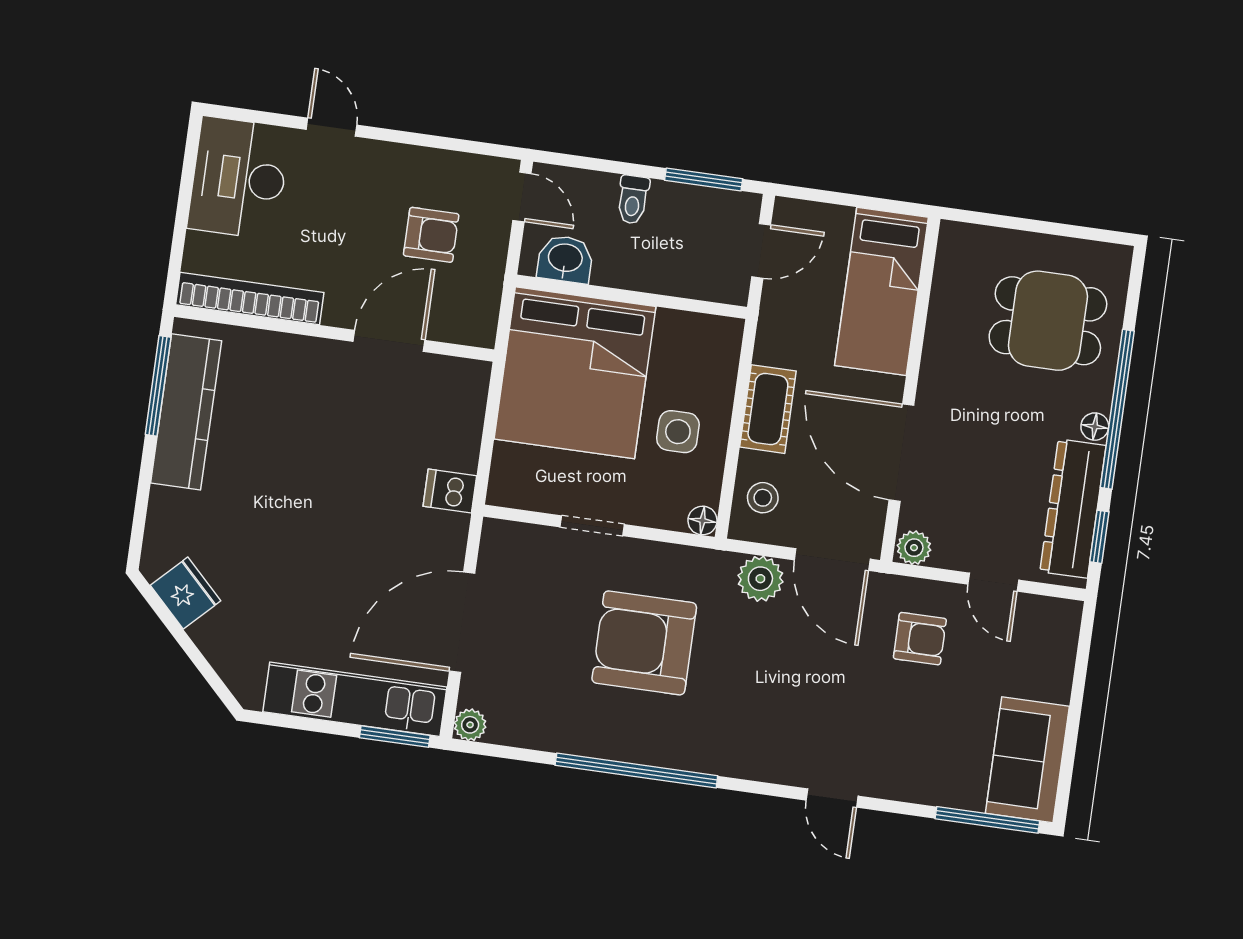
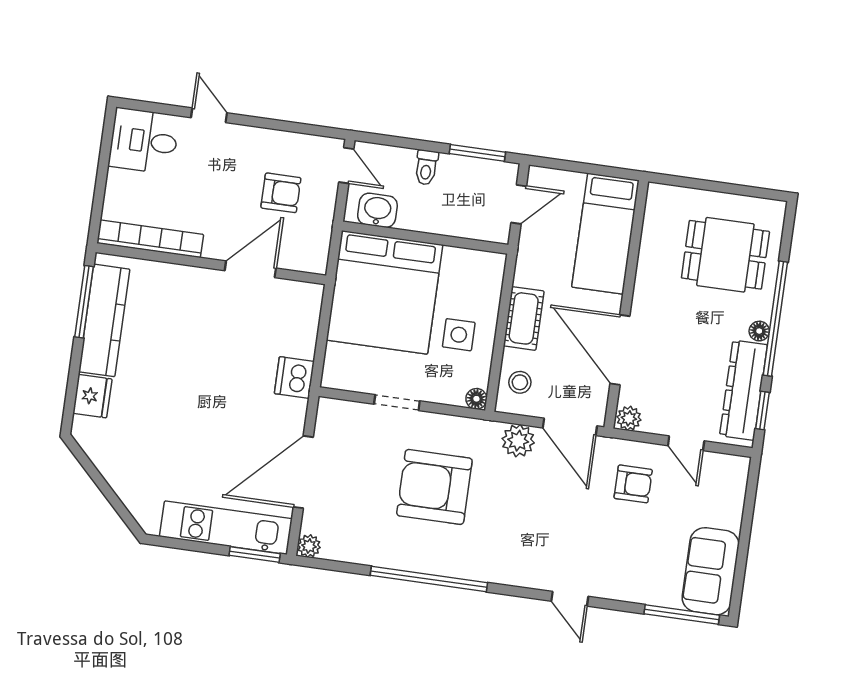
desk: (239, 178) -> (144, 141), width x0.73
dishwasher: (450, 491) -> (294, 377), width x1.38
fridge: (185, 593) -> (92, 396), moved, turned 45

